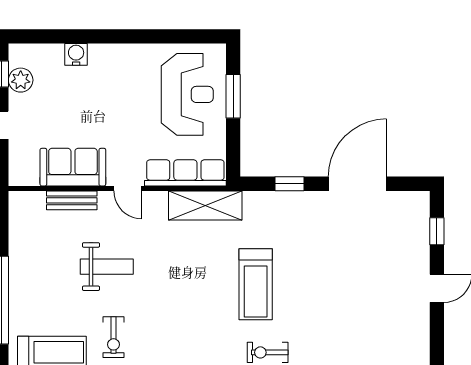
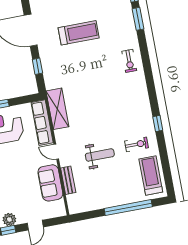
door: (128, 188) -> (56, 152), swing flipped
weight bench: (107, 267) -> (100, 155), turned 90
treadmill: (256, 284) -> (79, 33), moved

